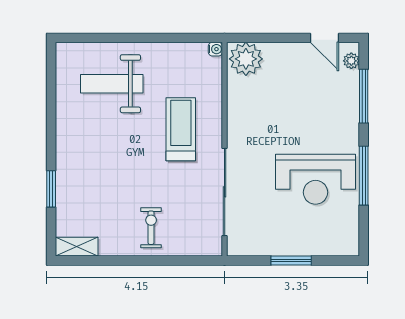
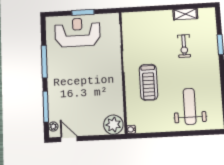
weight bench: (112, 84) -> (190, 106), turned -90
reception desk: (315, 179) -> (77, 32), moved
exercise bike: (151, 228) -> (184, 46), moved
shelving: (77, 247) -> (185, 14), moved

